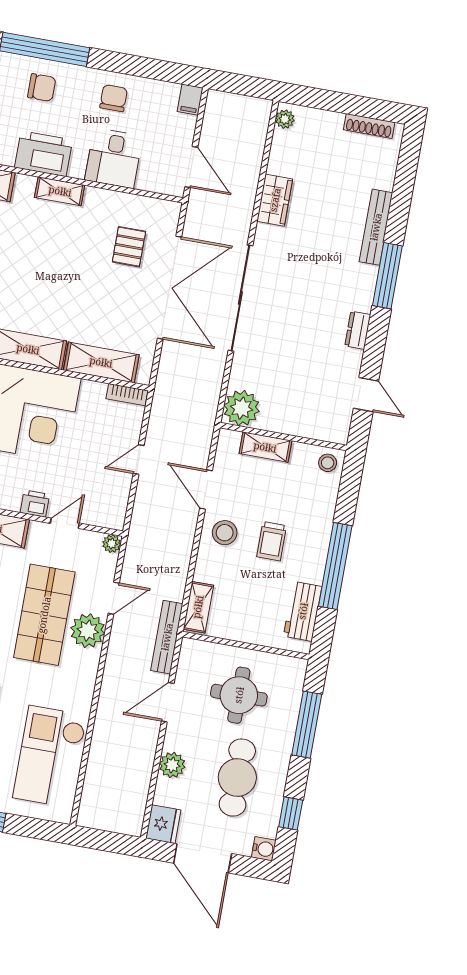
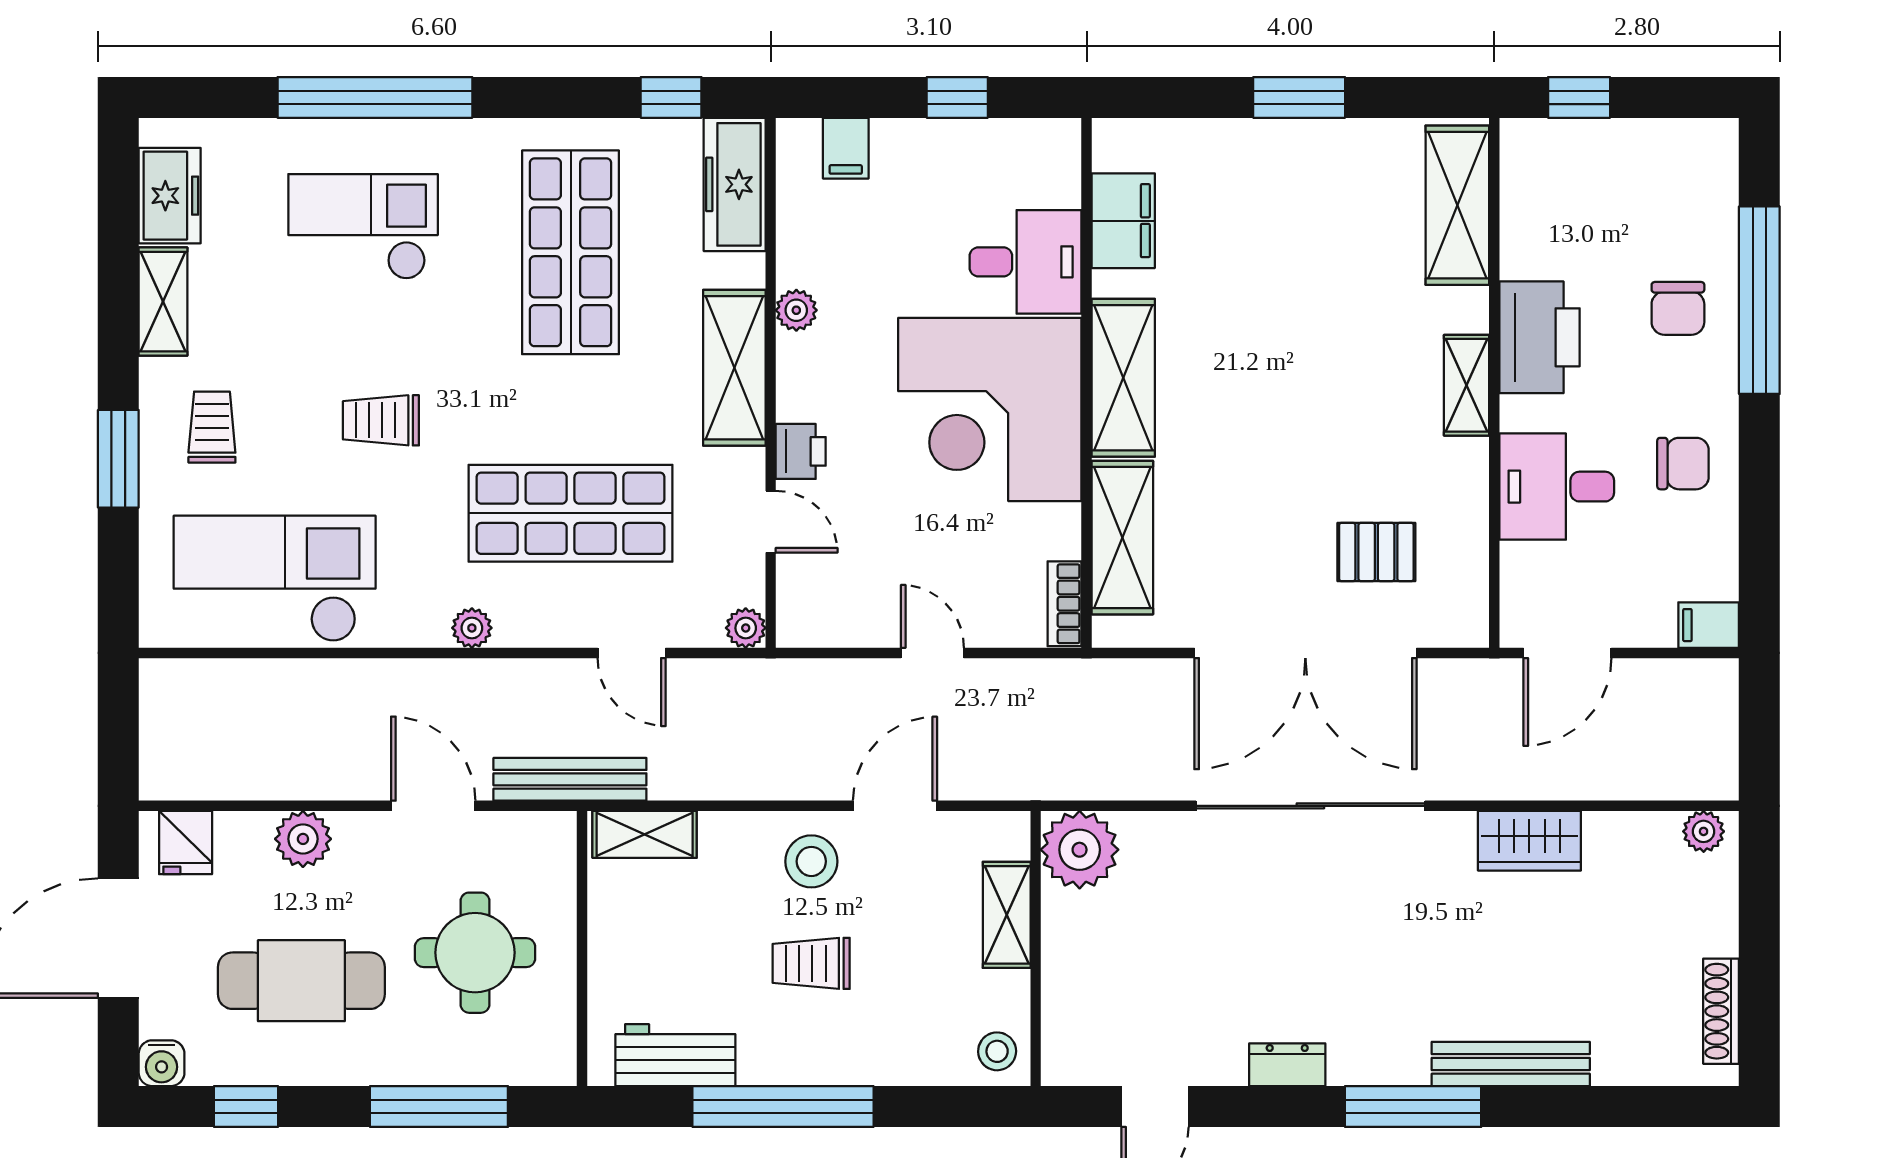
plant: (88, 631) -> (472, 628), moved, width x0.53, depth x0.53
fridge: (163, 824) -> (186, 843), width x0.72

